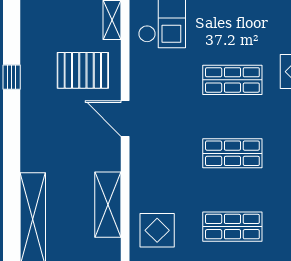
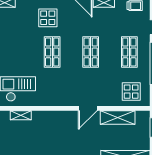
pallet: (83, 70) -> (47, 131), removed
door: (125, 118) -> (88, 108), moved

